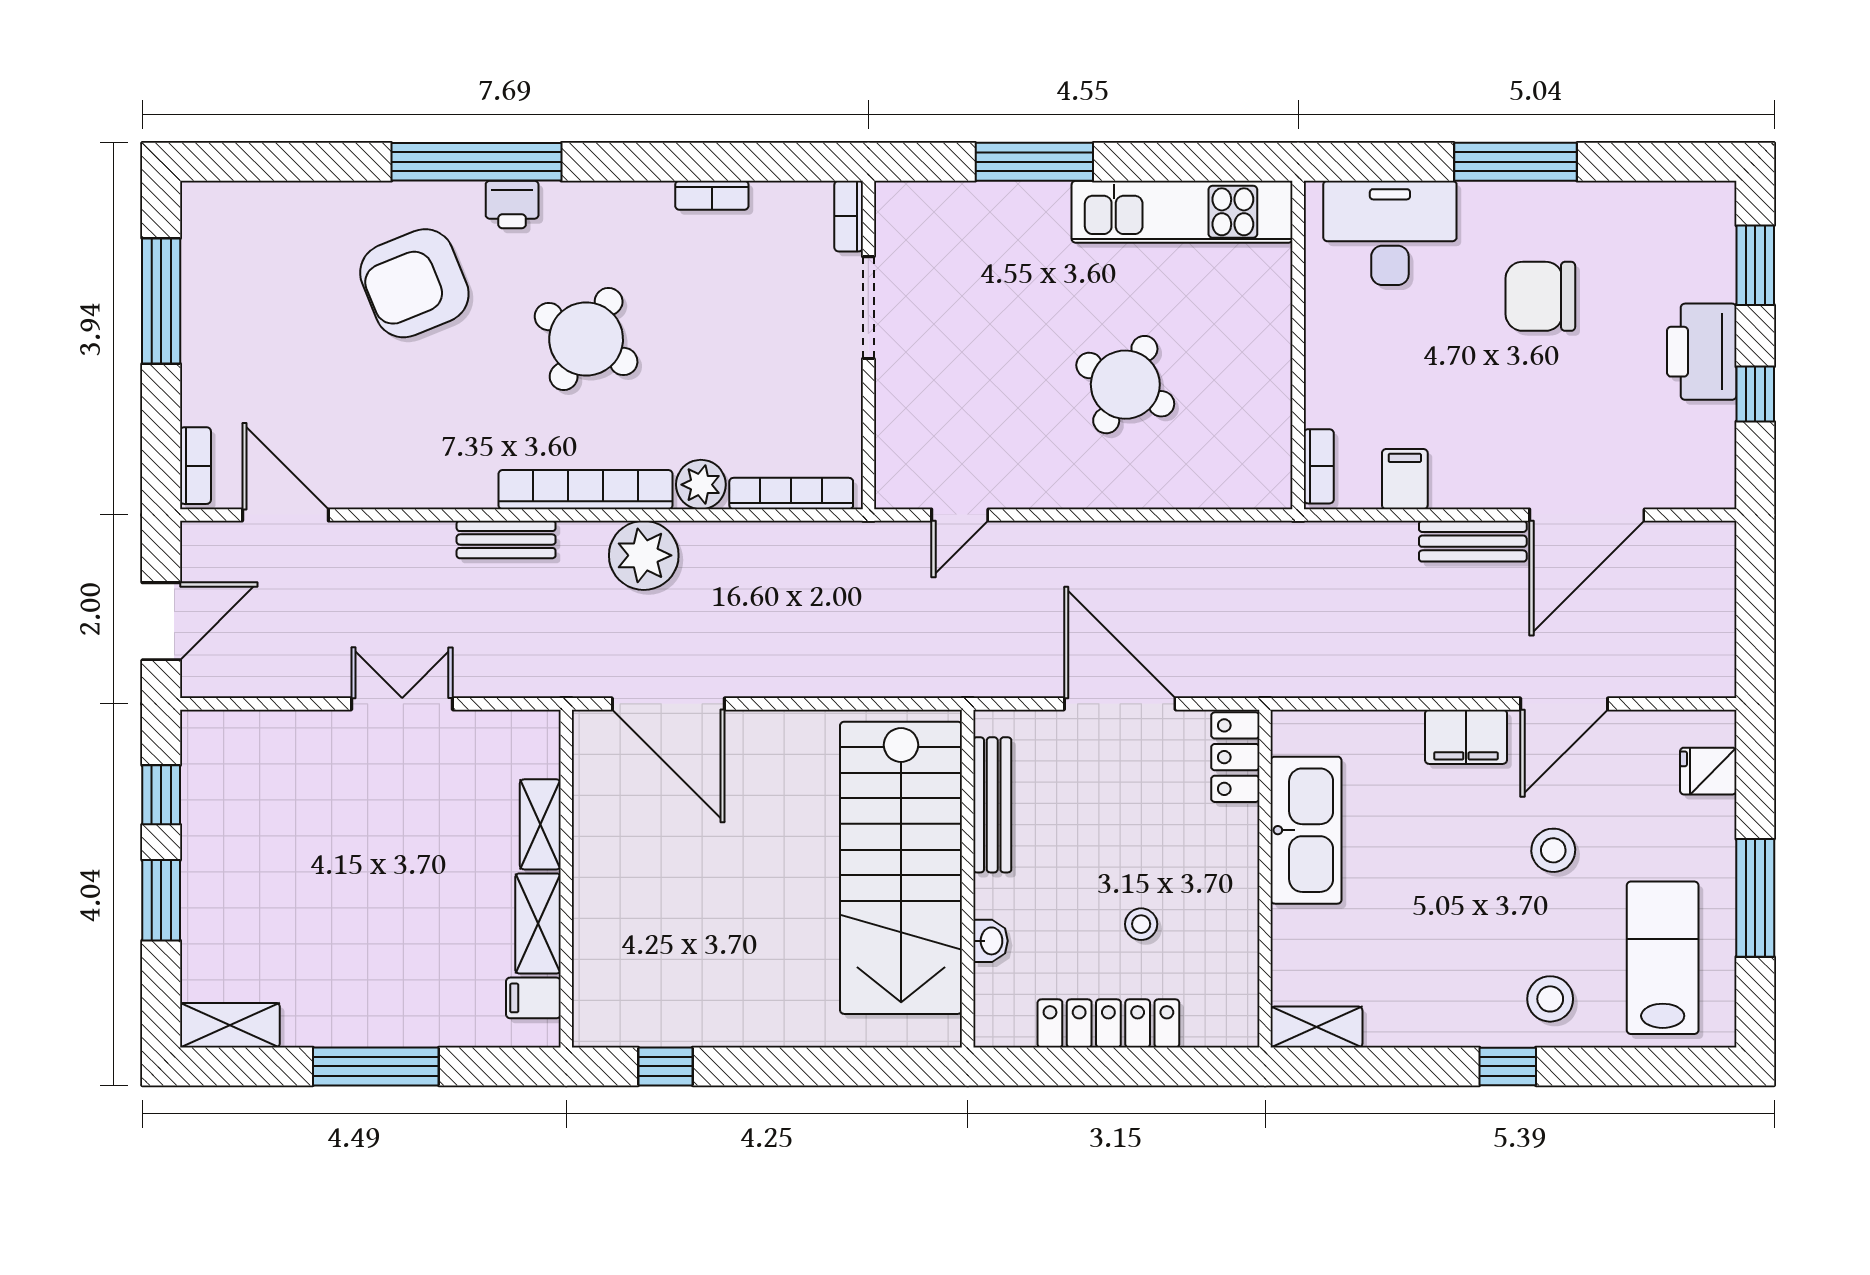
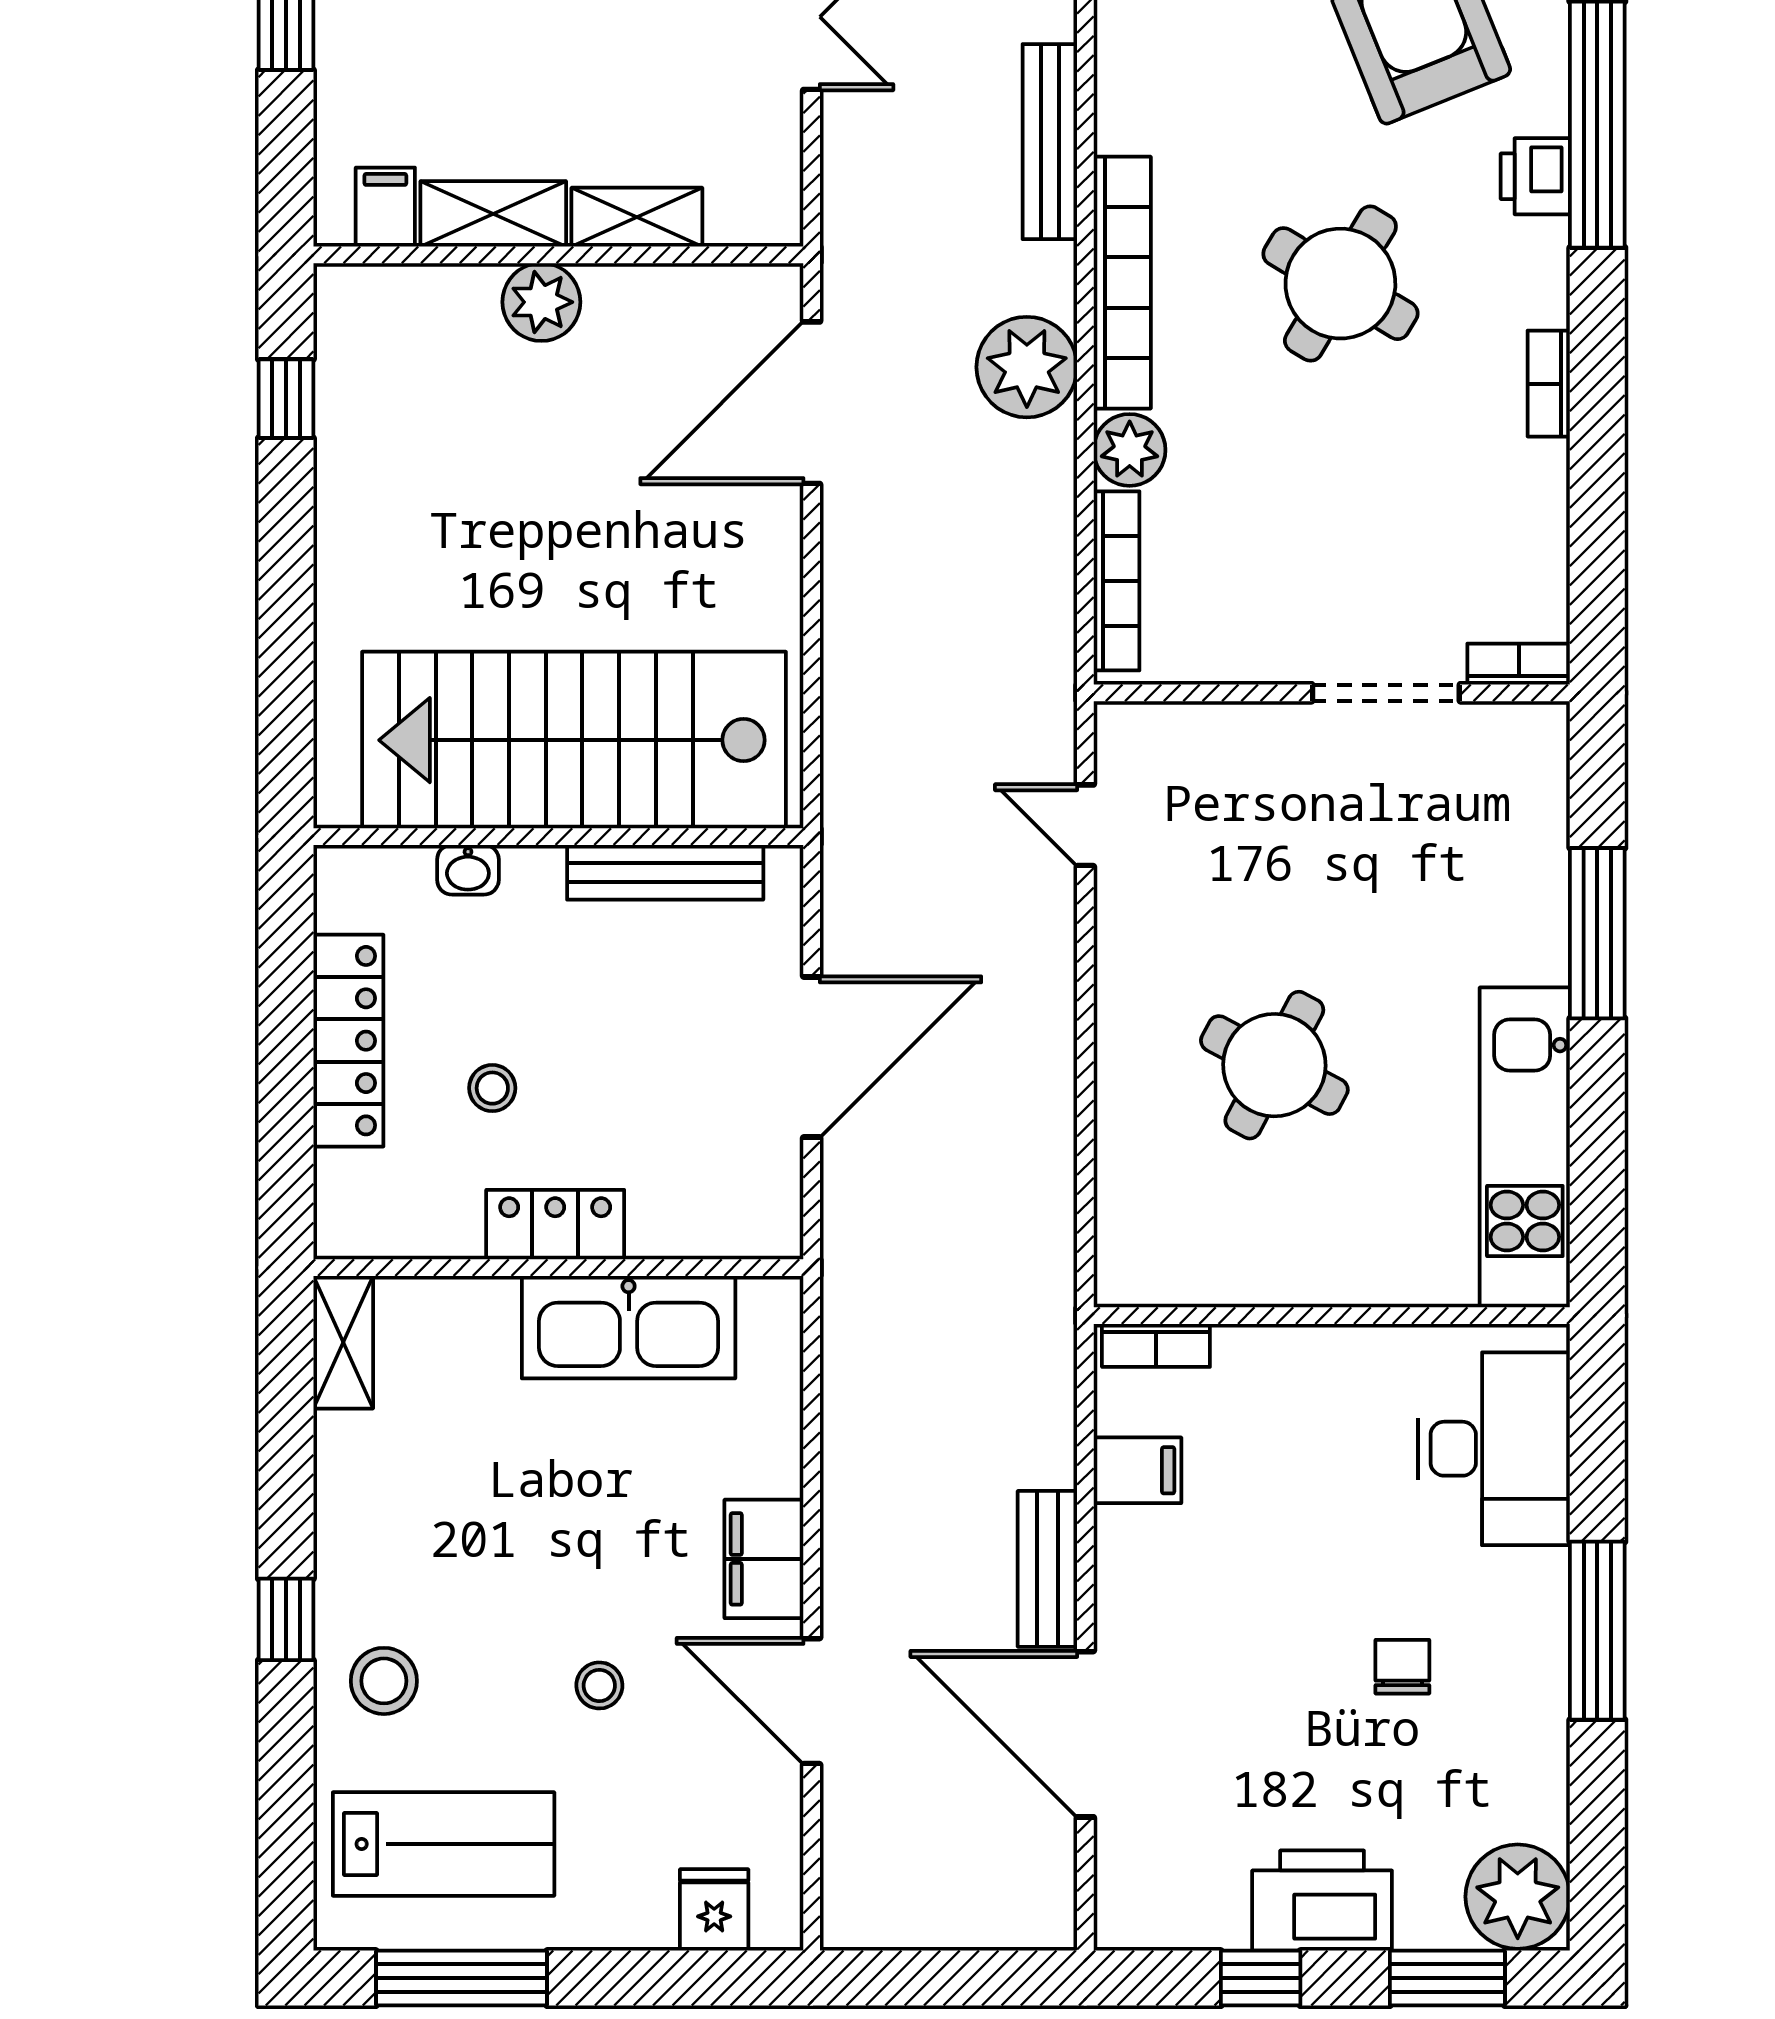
bookcase: (712, 195) -> (1549, 384), moved
plant: (1699, 217) -> (1518, 1897), added
chair: (1540, 296) -> (1402, 1667), width x0.54, depth x0.54
bench: (506, 539) -> (1050, 142), width x1.36
locker: (1235, 757) -> (555, 1225), moved
stool: (1553, 850) -> (599, 1685), width x0.73, depth x0.73
plant: (599, 890) -> (541, 302), added
window: (1755, 898) -> (462, 1978), moved

